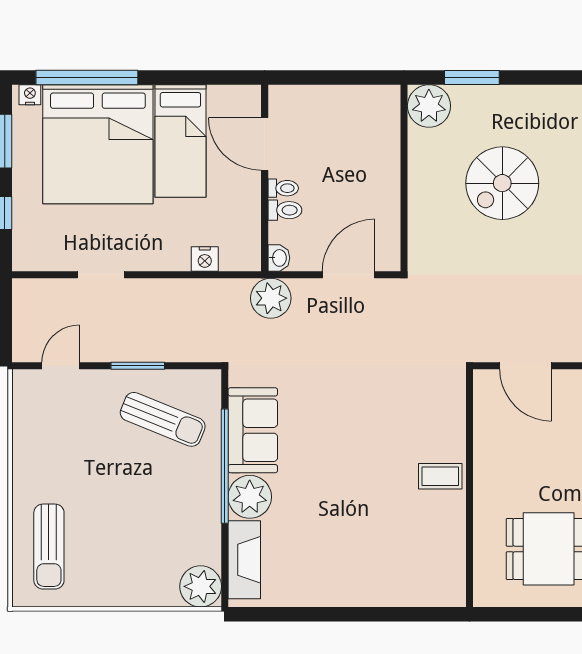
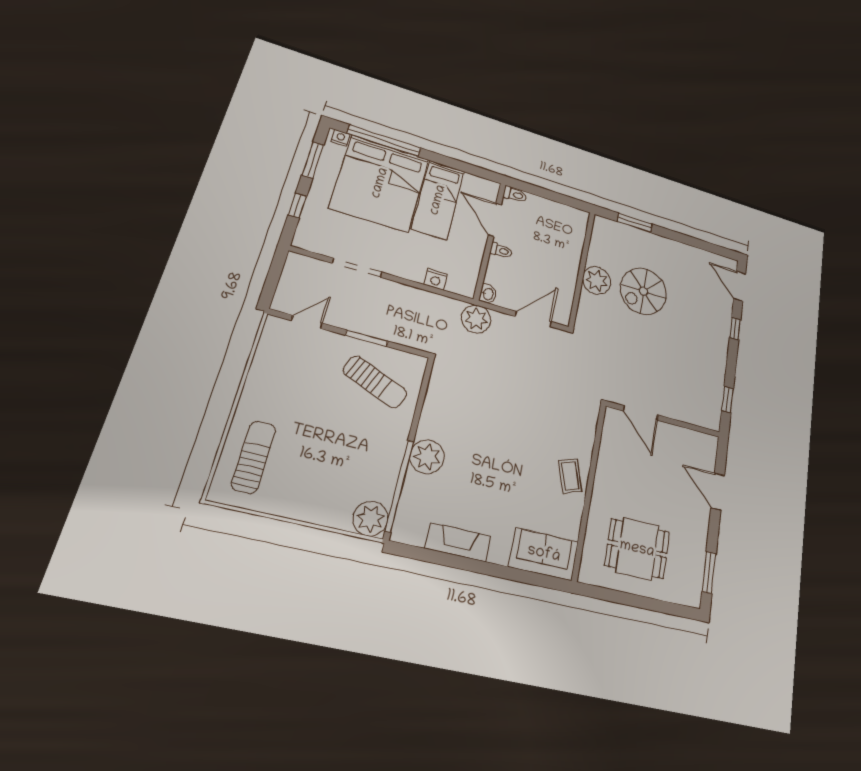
plant: (429, 106) -> (597, 280), moved
toilet: (285, 210) -> (515, 195), moved
doorway: (101, 275) -> (357, 268), width x1.38
sofa: (253, 430) -> (544, 554), moved, turned -90
window: (225, 466) -> (399, 486), moved
coffee table: (440, 476) -> (570, 476), turned 71
sun lounger: (49, 547) -> (254, 457), turned 180
fireplace: (244, 560) -> (458, 542), moved, turned -90

